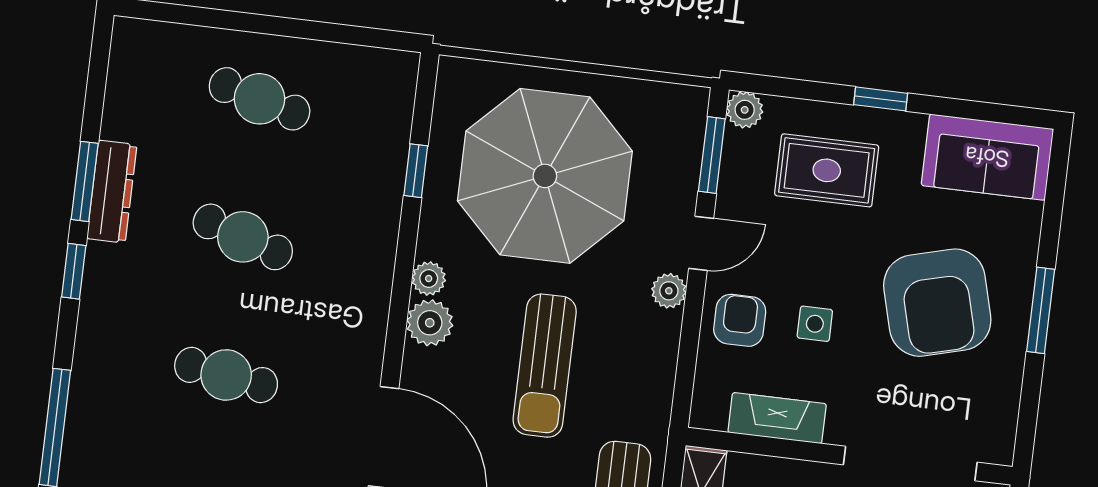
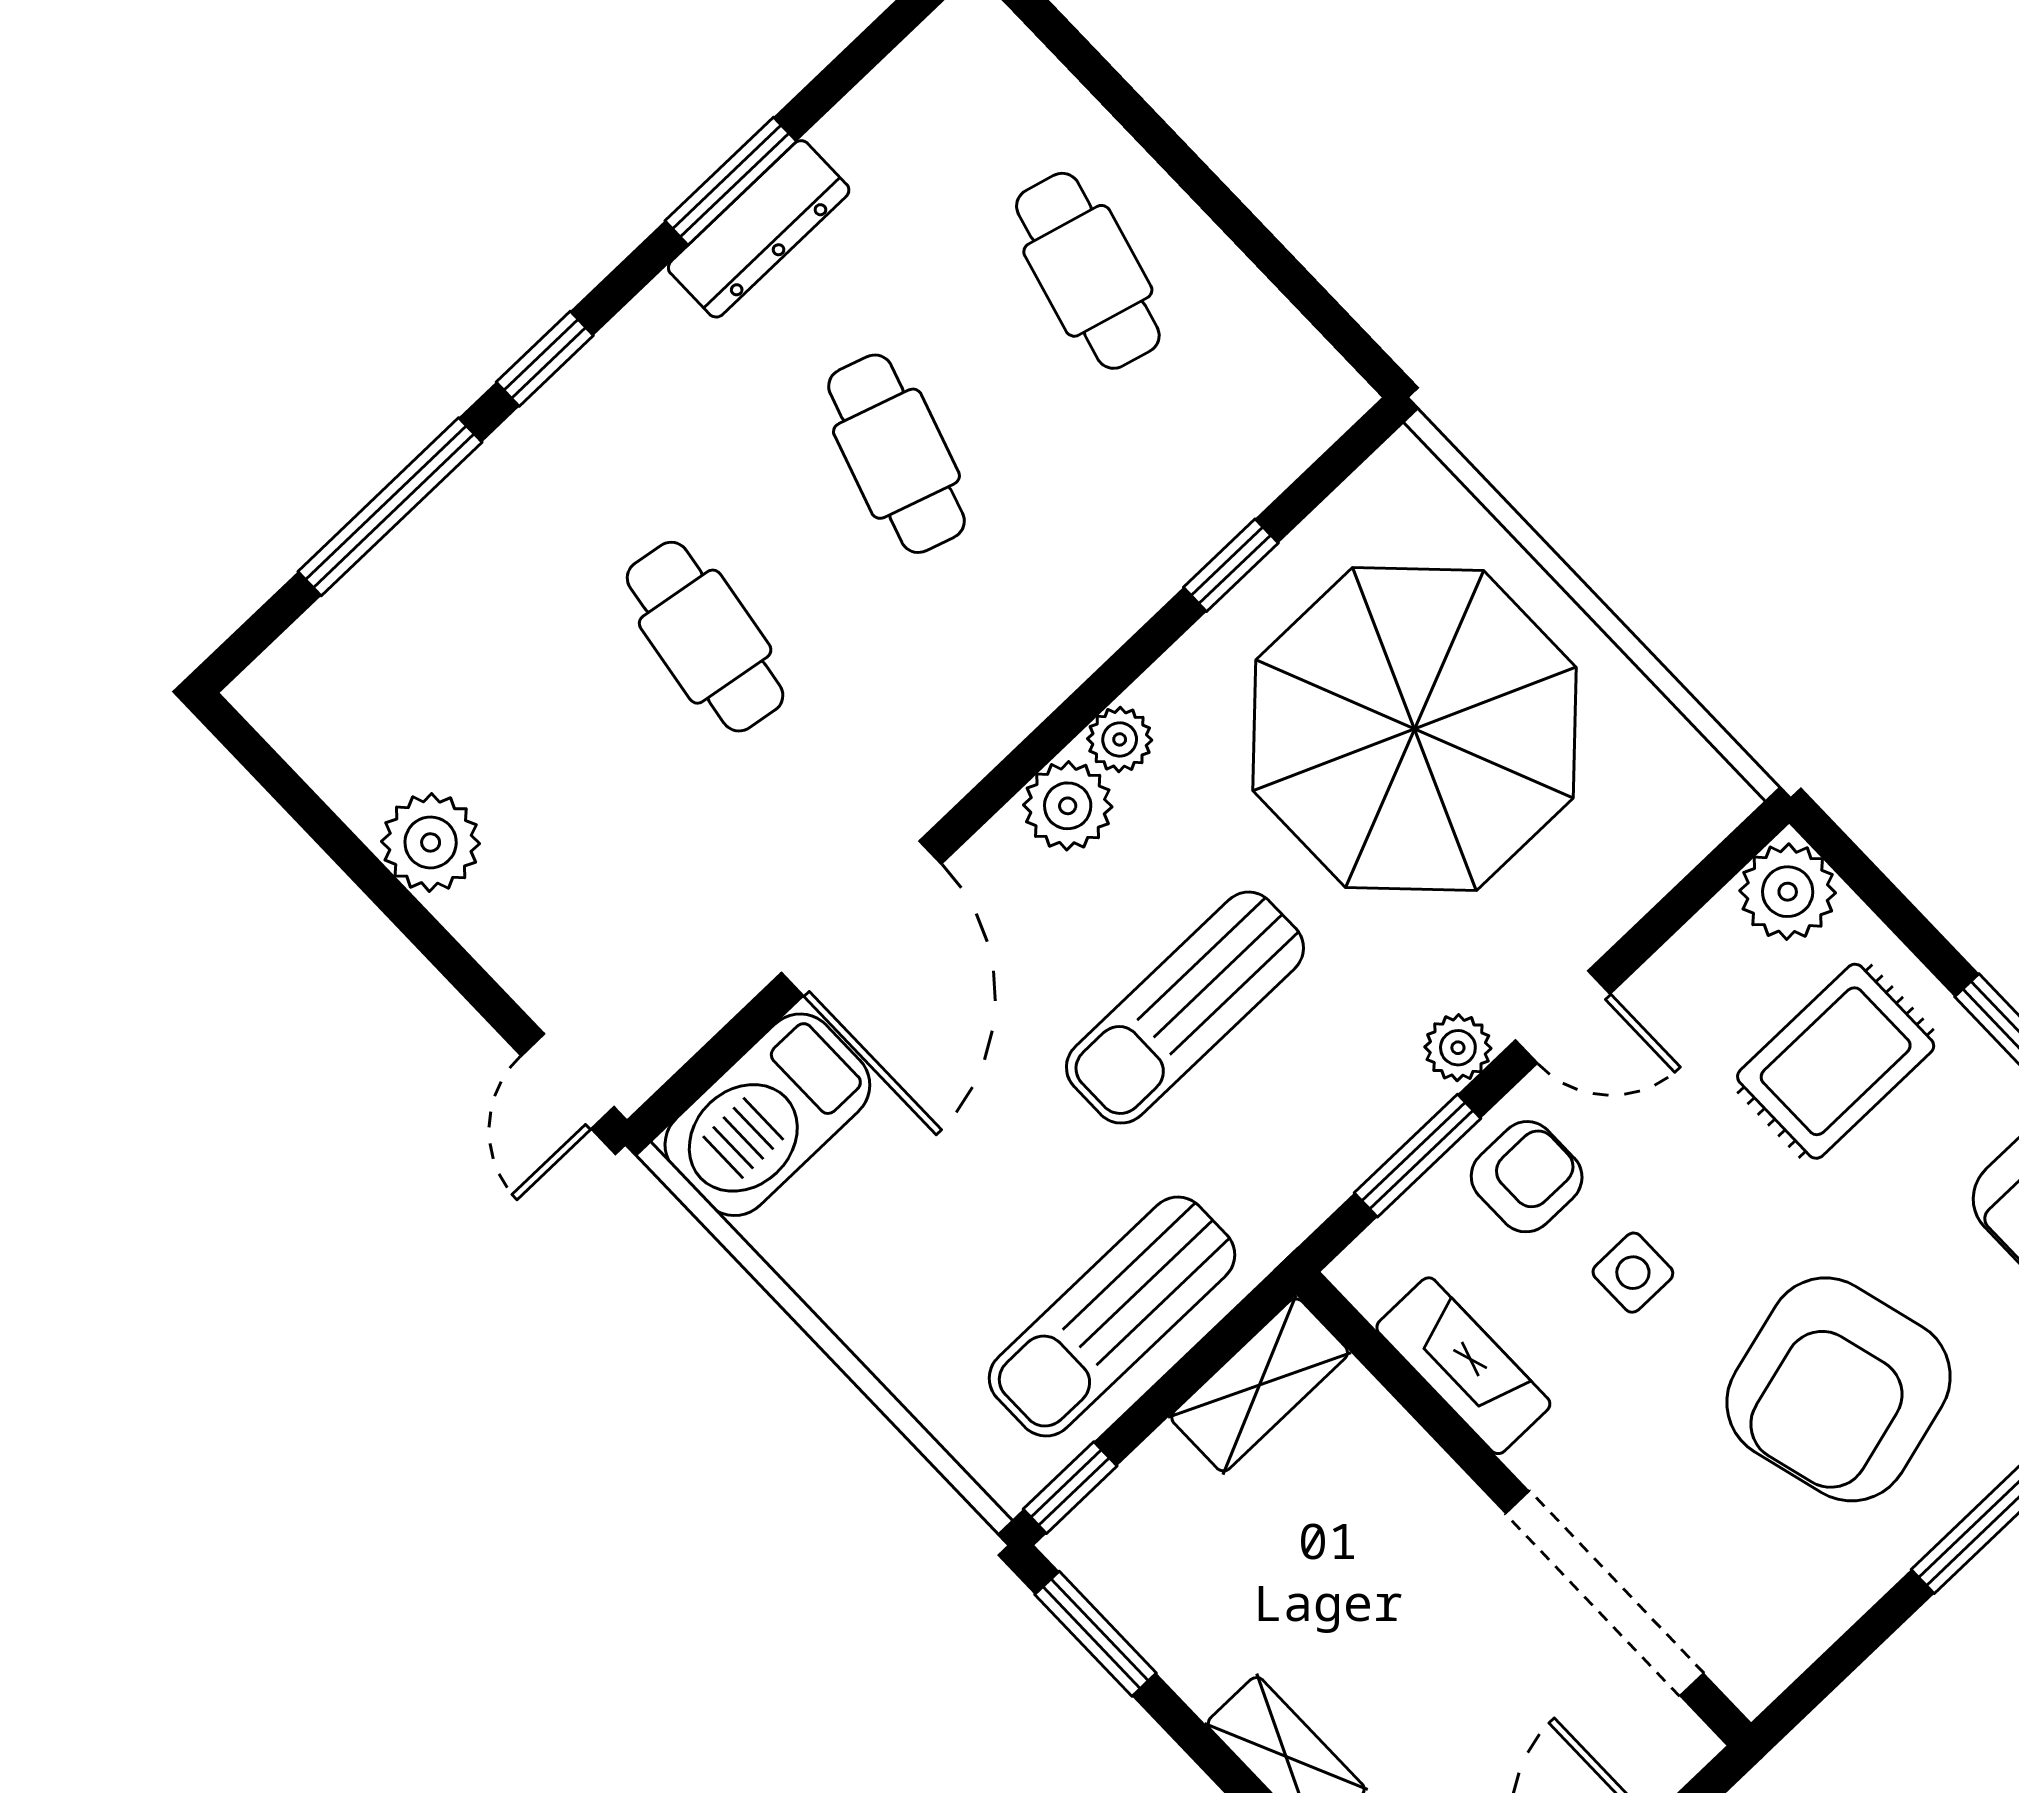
plant: (745, 110) -> (1788, 892), width x1.38, depth x1.38
window: (712, 155) -> (1417, 1156), moved
rug: (827, 170) -> (1836, 1061), turned 90
window: (74, 271) -> (545, 359), moved

